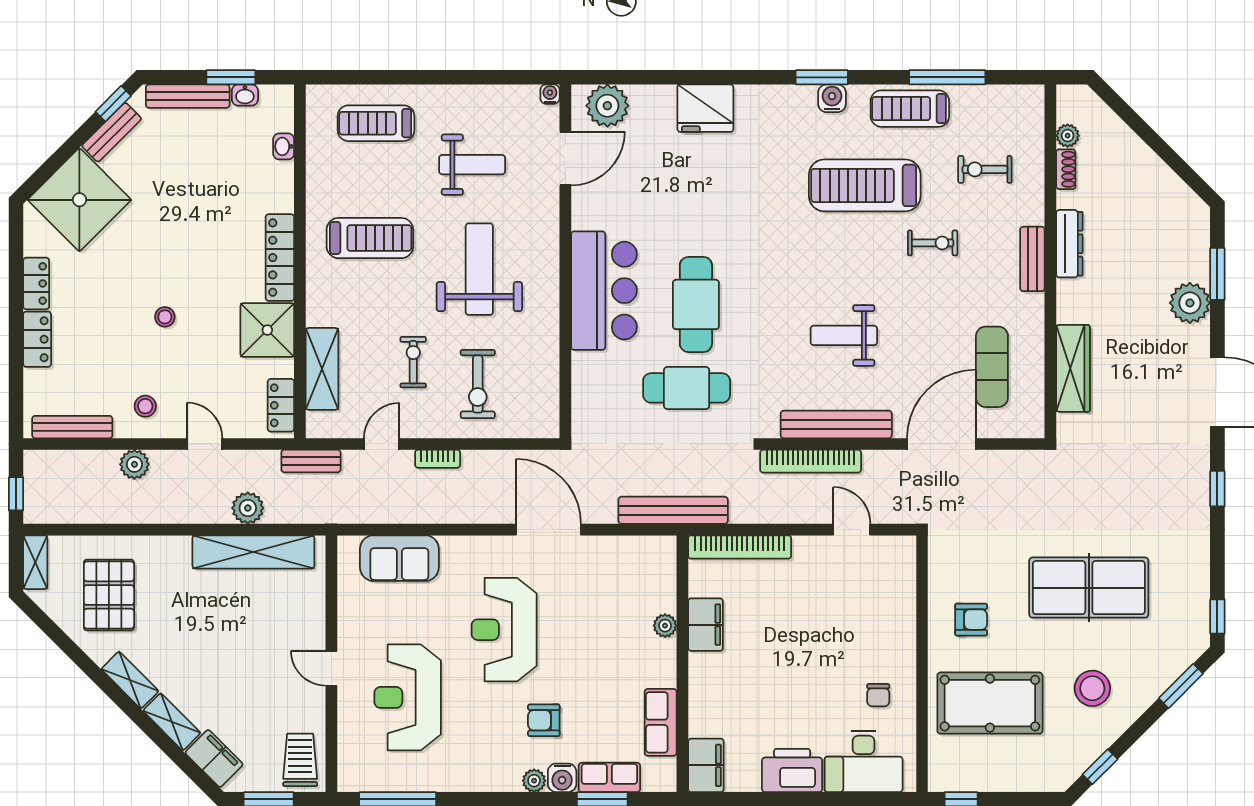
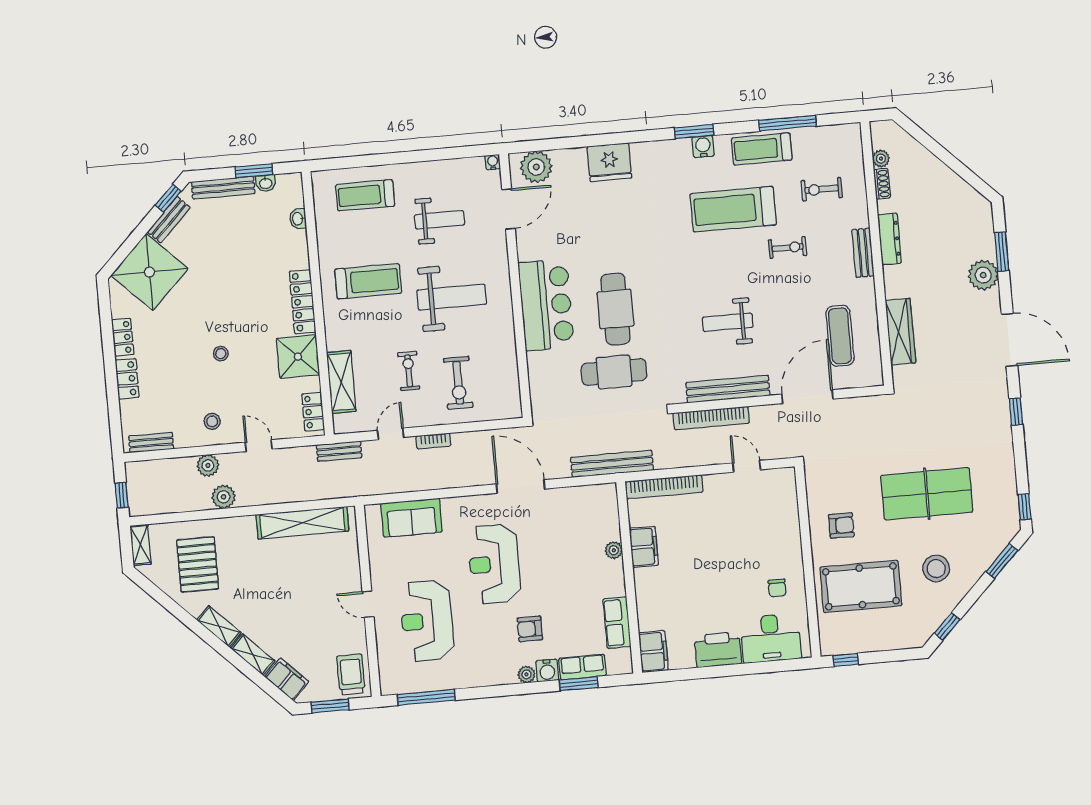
weight bench: (479, 269) -> (452, 297), turned 90
bench: (72, 427) -> (151, 442), width x0.73
plant: (248, 508) -> (224, 497), moved

